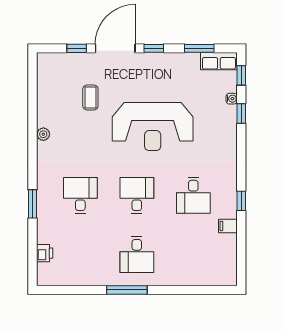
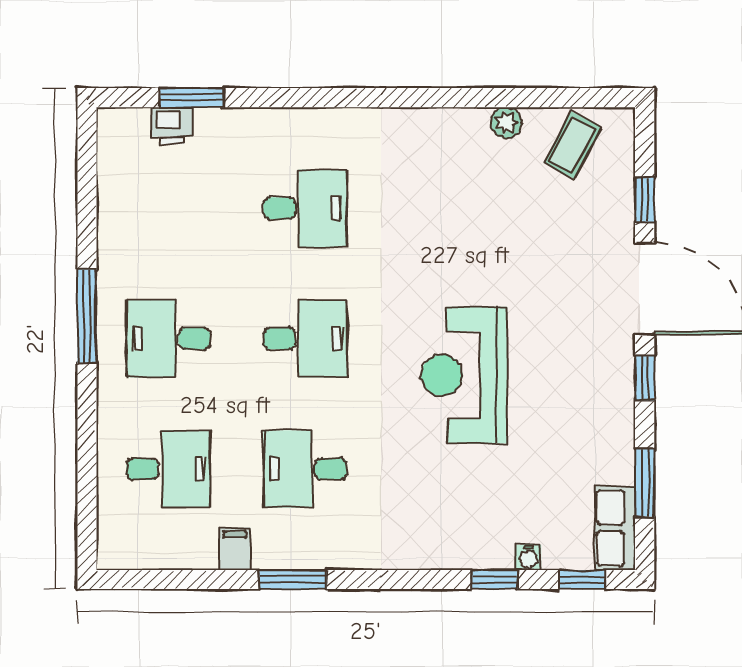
coffee table: (90, 97) -> (573, 145), moved, turned -62
reception desk: (153, 127) -> (464, 375), width x0.74, depth x0.77
plant: (43, 134) -> (506, 123), moved
window: (241, 201) -> (293, 580), width x1.50
window: (32, 204) -> (192, 98), moved
desk: (193, 255) -> (168, 469), added

